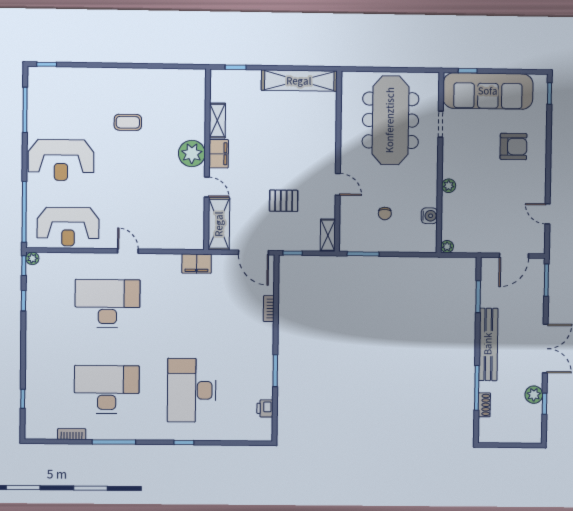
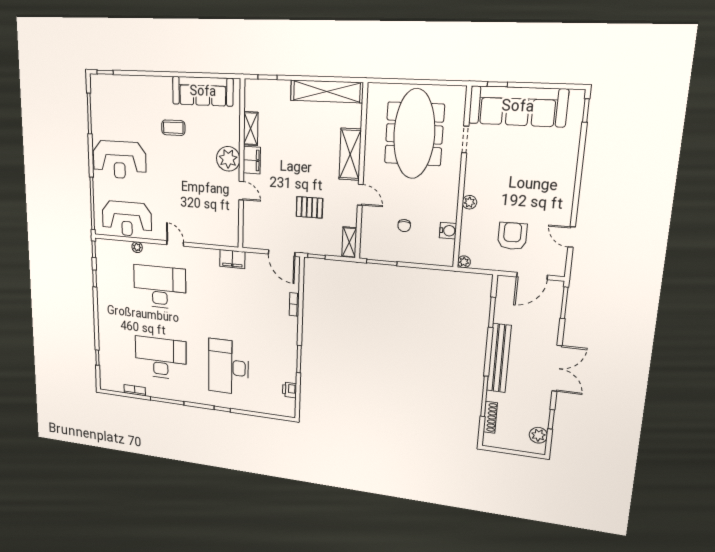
sofa: (163, 83) -> (203, 91), added
armchair: (513, 146) -> (512, 236), moved, turned -90
shelving: (219, 224) -> (350, 154), moved
plant: (32, 258) -> (137, 247), moved
plant: (534, 395) -> (538, 435), moved
shoe rack: (484, 405) -> (490, 417), width x1.43

